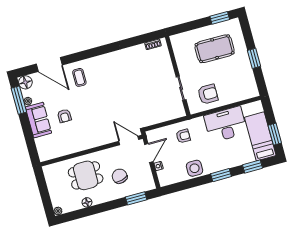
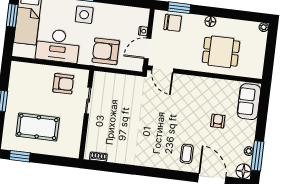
armchair: (208, 94) -> (63, 84), turned 180
sofa: (38, 120) -> (249, 102), moved
armchair: (183, 136) -> (106, 51), width x1.88, depth x1.88
side table: (195, 168) -> (84, 15), moved
chair: (120, 176) -> (173, 23), moved, turned -75
floor lamp: (87, 202) -> (210, 21), moved

